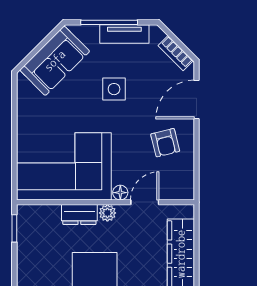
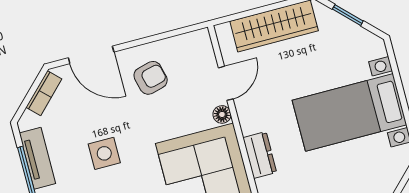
door: (145, 202) -> (226, 83), swing flipped
plant: (107, 213) -> (249, 123), removed

